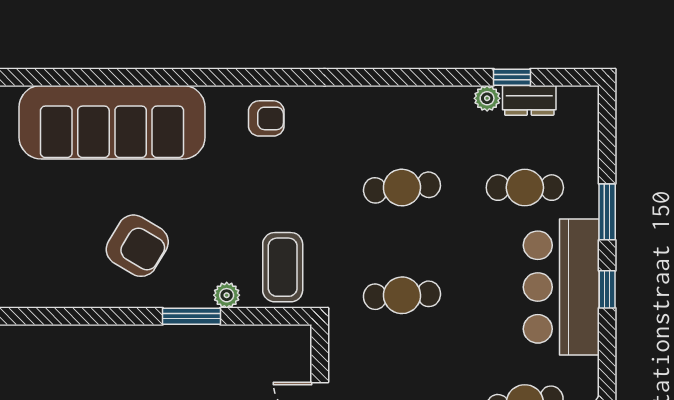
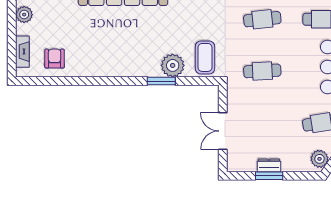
armchair: (137, 246) -> (135, 47), removed
plant: (227, 295) -> (173, 65), width x1.88, depth x1.88

